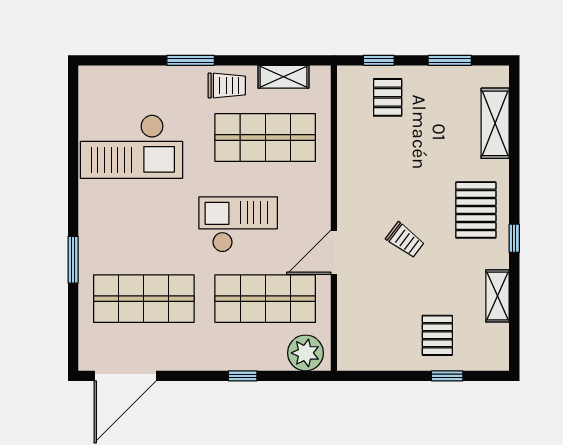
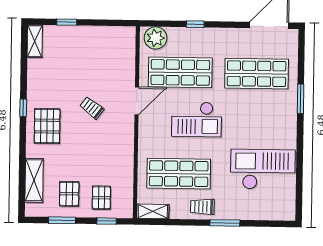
shelving: (283, 77) -> (153, 211), moved
shelving: (498, 296) -> (35, 41), moved
pallet: (437, 335) -> (69, 194), moved

